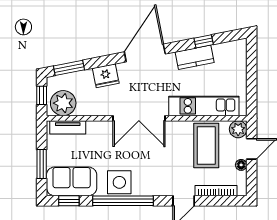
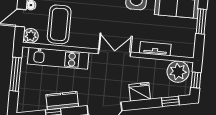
window: (69, 68) -> (170, 101), width x0.67
window: (252, 83) -> (16, 74), added
double door: (139, 118) -> (114, 53), width x0.73
tv unit: (68, 127) -> (155, 49), moved

